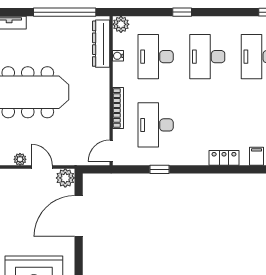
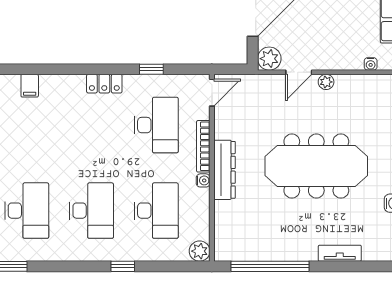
dresser: (101, 44) -> (224, 170), moved
water cooler: (118, 56) -> (203, 180), moved
locker: (224, 158) -> (104, 84), moved
door: (42, 167) -> (299, 72), hinge flipped

